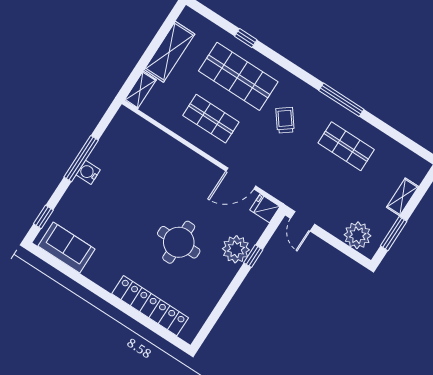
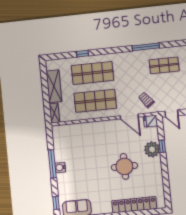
shop shelf: (211, 119) -> (95, 101), width x1.43, depth x1.36
trolley: (285, 120) -> (146, 100), moved
door: (241, 178) -> (129, 116), hinge flipped

